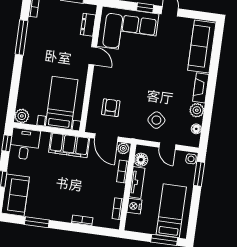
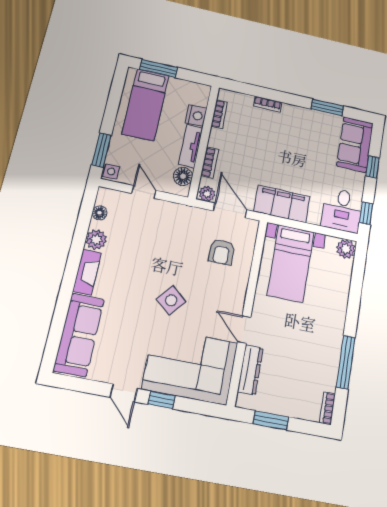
dresser: (88, 25) -> (250, 370), width x1.44
side table: (156, 120) -> (171, 300), moved

